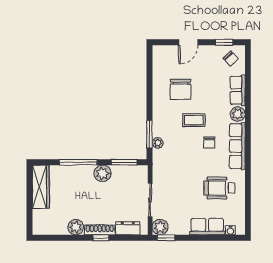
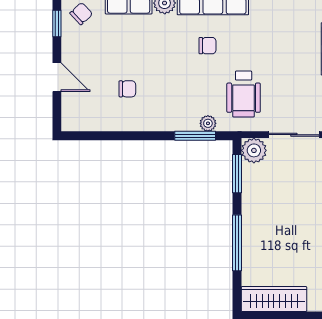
chair: (181, 89) -> (127, 89), width x0.54, depth x0.54
coffee table: (194, 120) -> (174, 69), removed
plant: (103, 173) -> (254, 150), moved
wheelchair: (219, 188) -> (244, 94), moved

